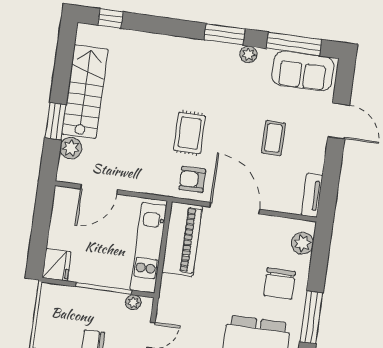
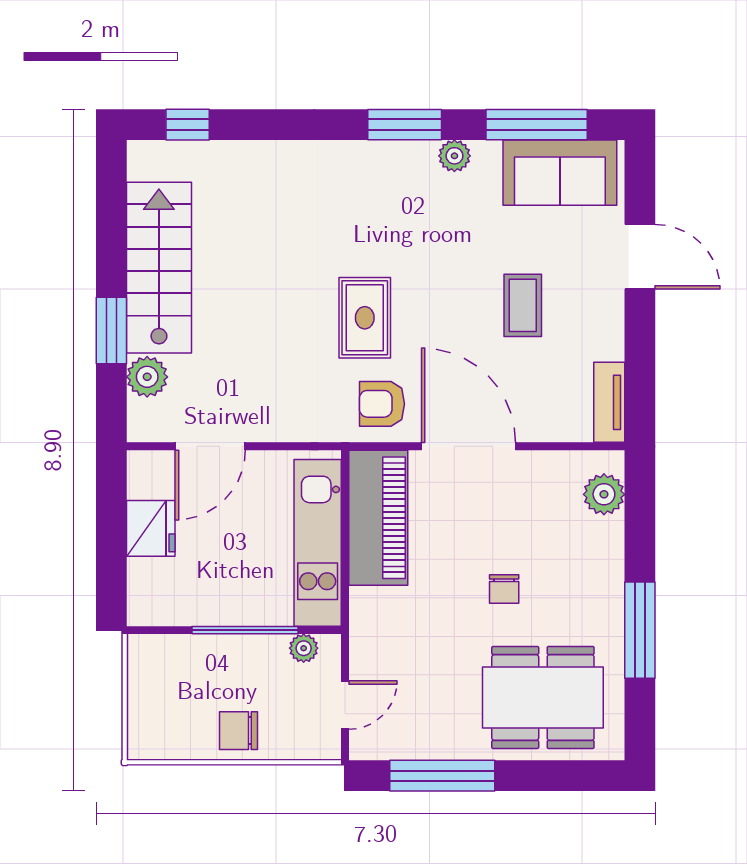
fridge: (57, 265) -> (151, 528), moved
chair: (280, 284) -> (504, 589), moved, width x0.54, depth x0.54

